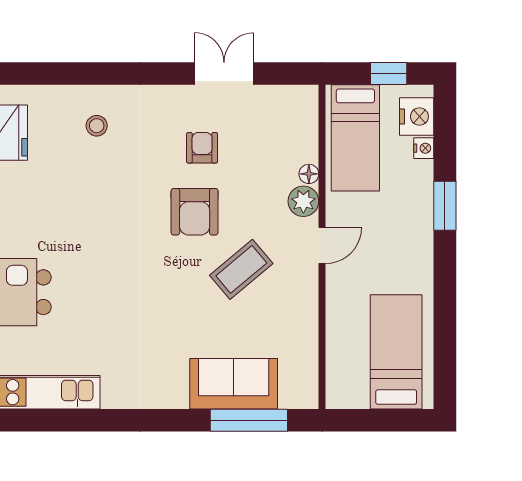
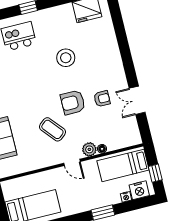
double door: (224, 73) -> (137, 100), swing flipped
stool: (97, 126) -> (66, 58), moved, width x1.89, depth x1.89

